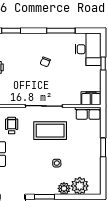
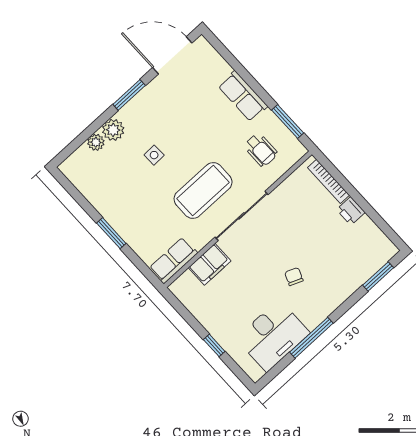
desk: (88, 49) -> (273, 336), moved, turned -90
filing cabinet: (91, 98) -> (210, 264), moved
plant: (80, 186) -> (96, 142), width x0.53, depth x0.53

